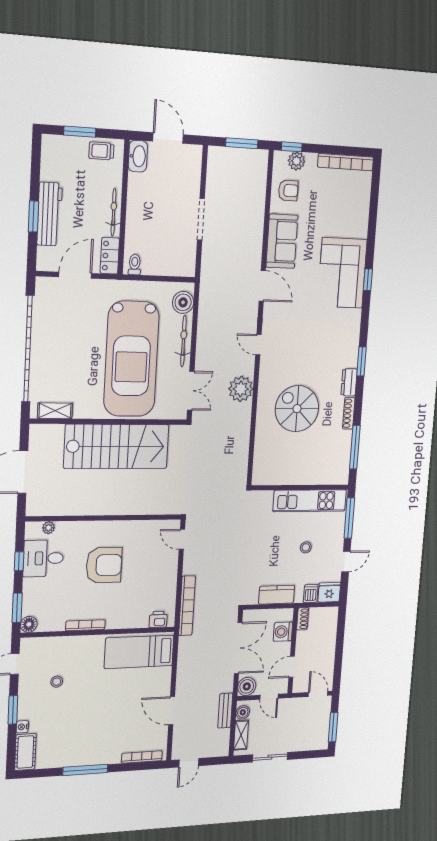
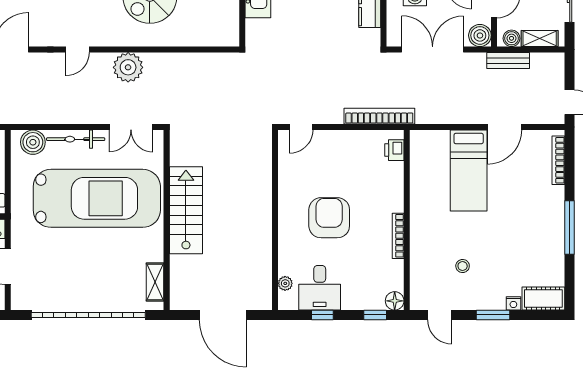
double door: (191, 391) -> (131, 127), swing flipped
stairs: (117, 446) -> (186, 210), width x0.73, depth x0.66
window: (17, 608) -> (375, 315), width x0.67
bed: (139, 652) -> (469, 171), moved

